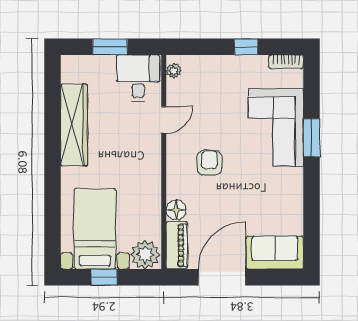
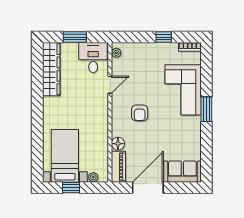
wardrobe: (74, 125) -> (51, 69), moved
window: (311, 138) -> (206, 109), moved
armchair: (209, 163) -> (140, 113), turned 180
plant: (145, 255) -> (93, 177), width x0.53, depth x0.53

